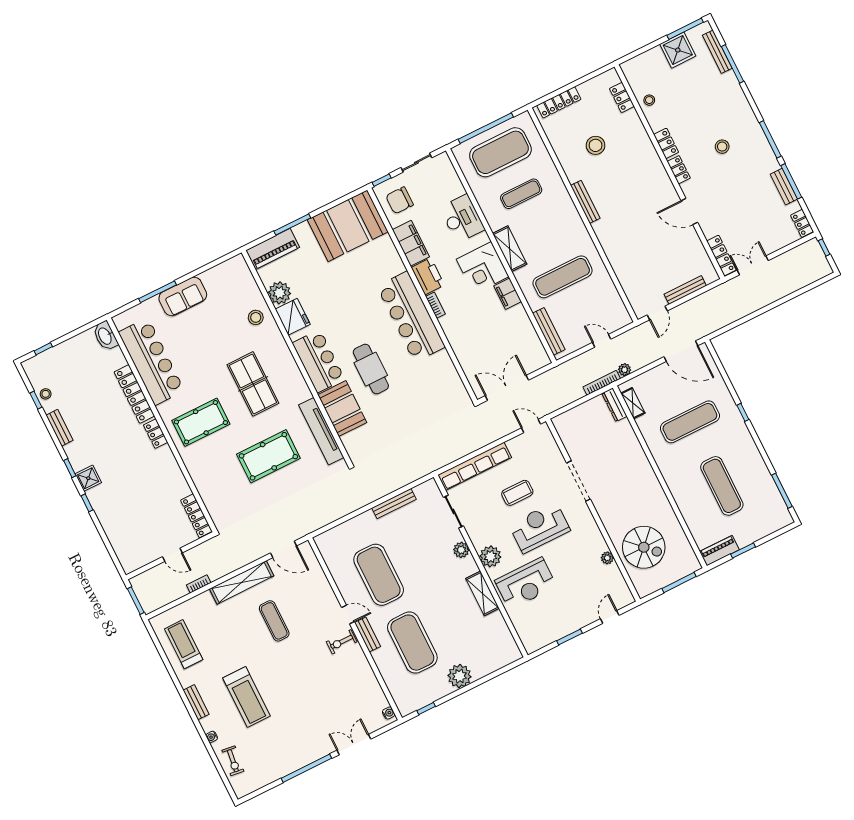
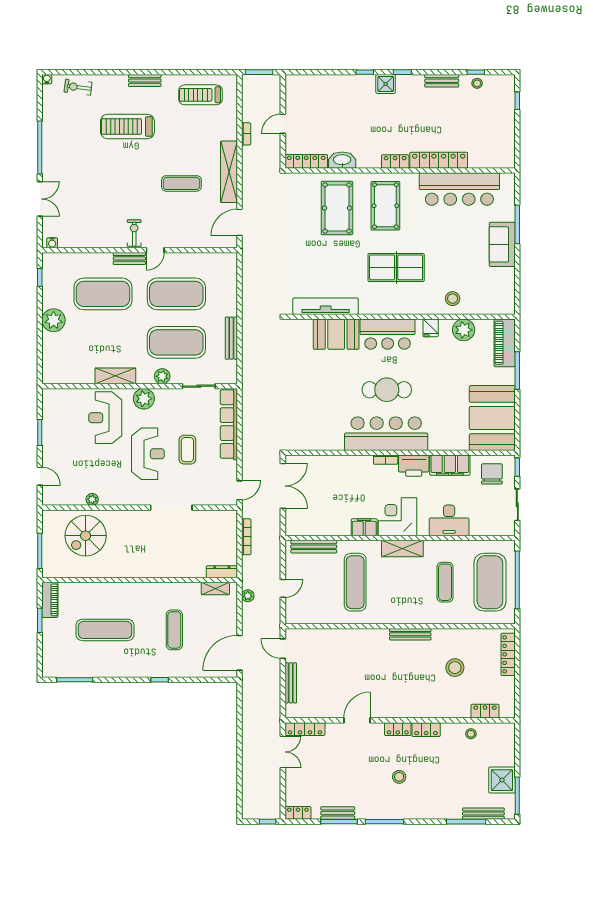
fridge: (293, 317) -> (431, 328), width x0.53, depth x0.75
washbasin: (105, 336) -> (342, 160), moved
cafe table: (371, 369) -> (387, 390), moved
bookcase: (602, 383) -> (246, 537), moved
exercise mat: (690, 422) -> (174, 630), width x0.73, depth x0.69
pool table: (268, 456) -> (337, 208), moved
exercise mat: (423, 552) -> (176, 342), added
treadmill: (184, 644) -> (200, 95), turned 180
water cooler: (212, 737) -> (47, 79), moved

